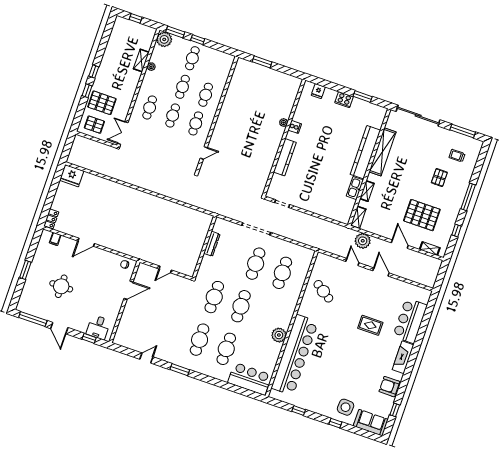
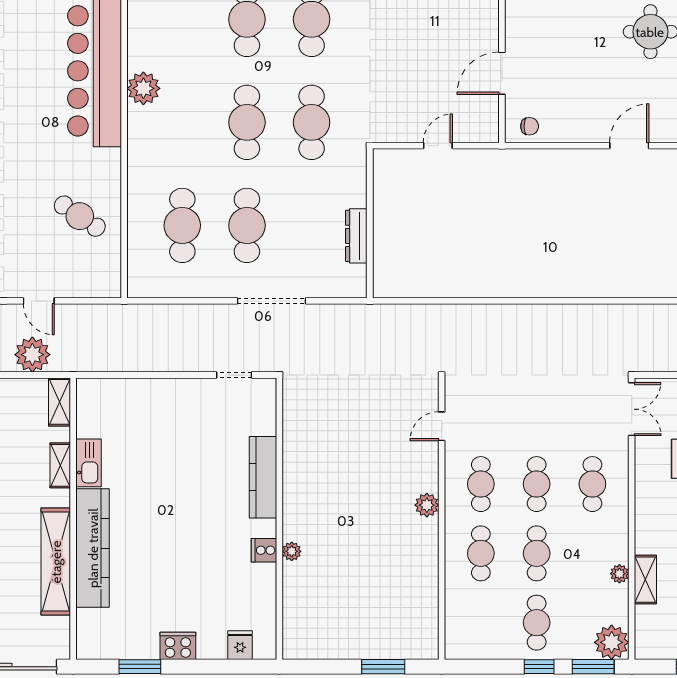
plant: (221, 122) -> (427, 505), added

